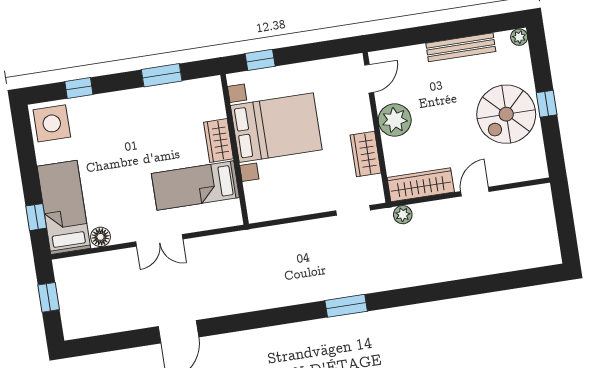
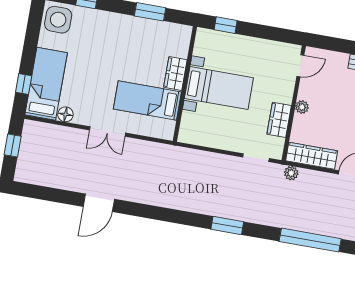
plant: (395, 120) -> (302, 107), width x0.53, depth x0.53
bed with nightstands: (276, 128) -> (219, 88), width x0.73
window: (454, 289) -> (310, 240), added

